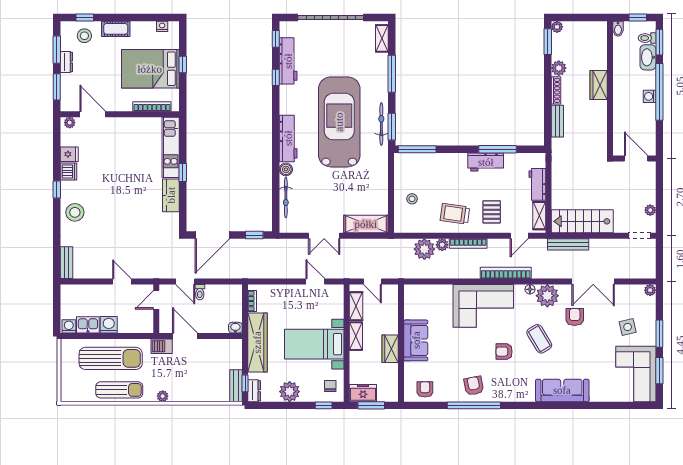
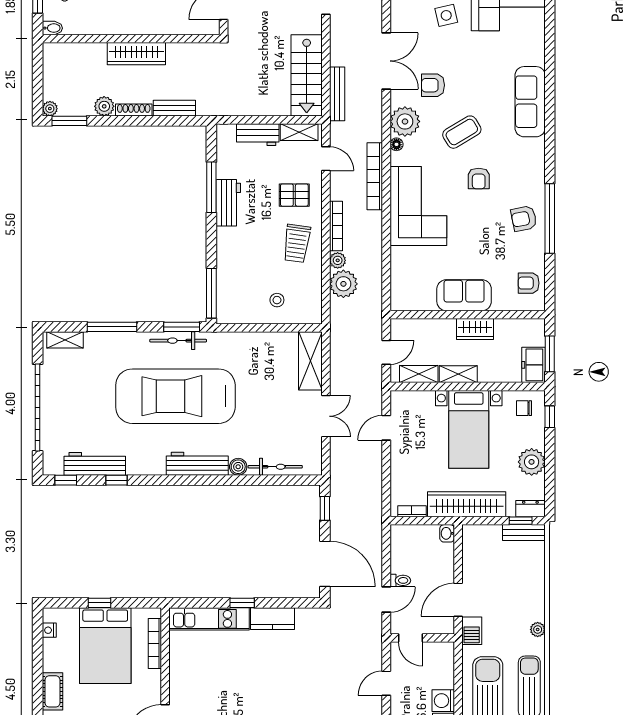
wardrobe: (599, 85) -> (136, 54), width x1.50

